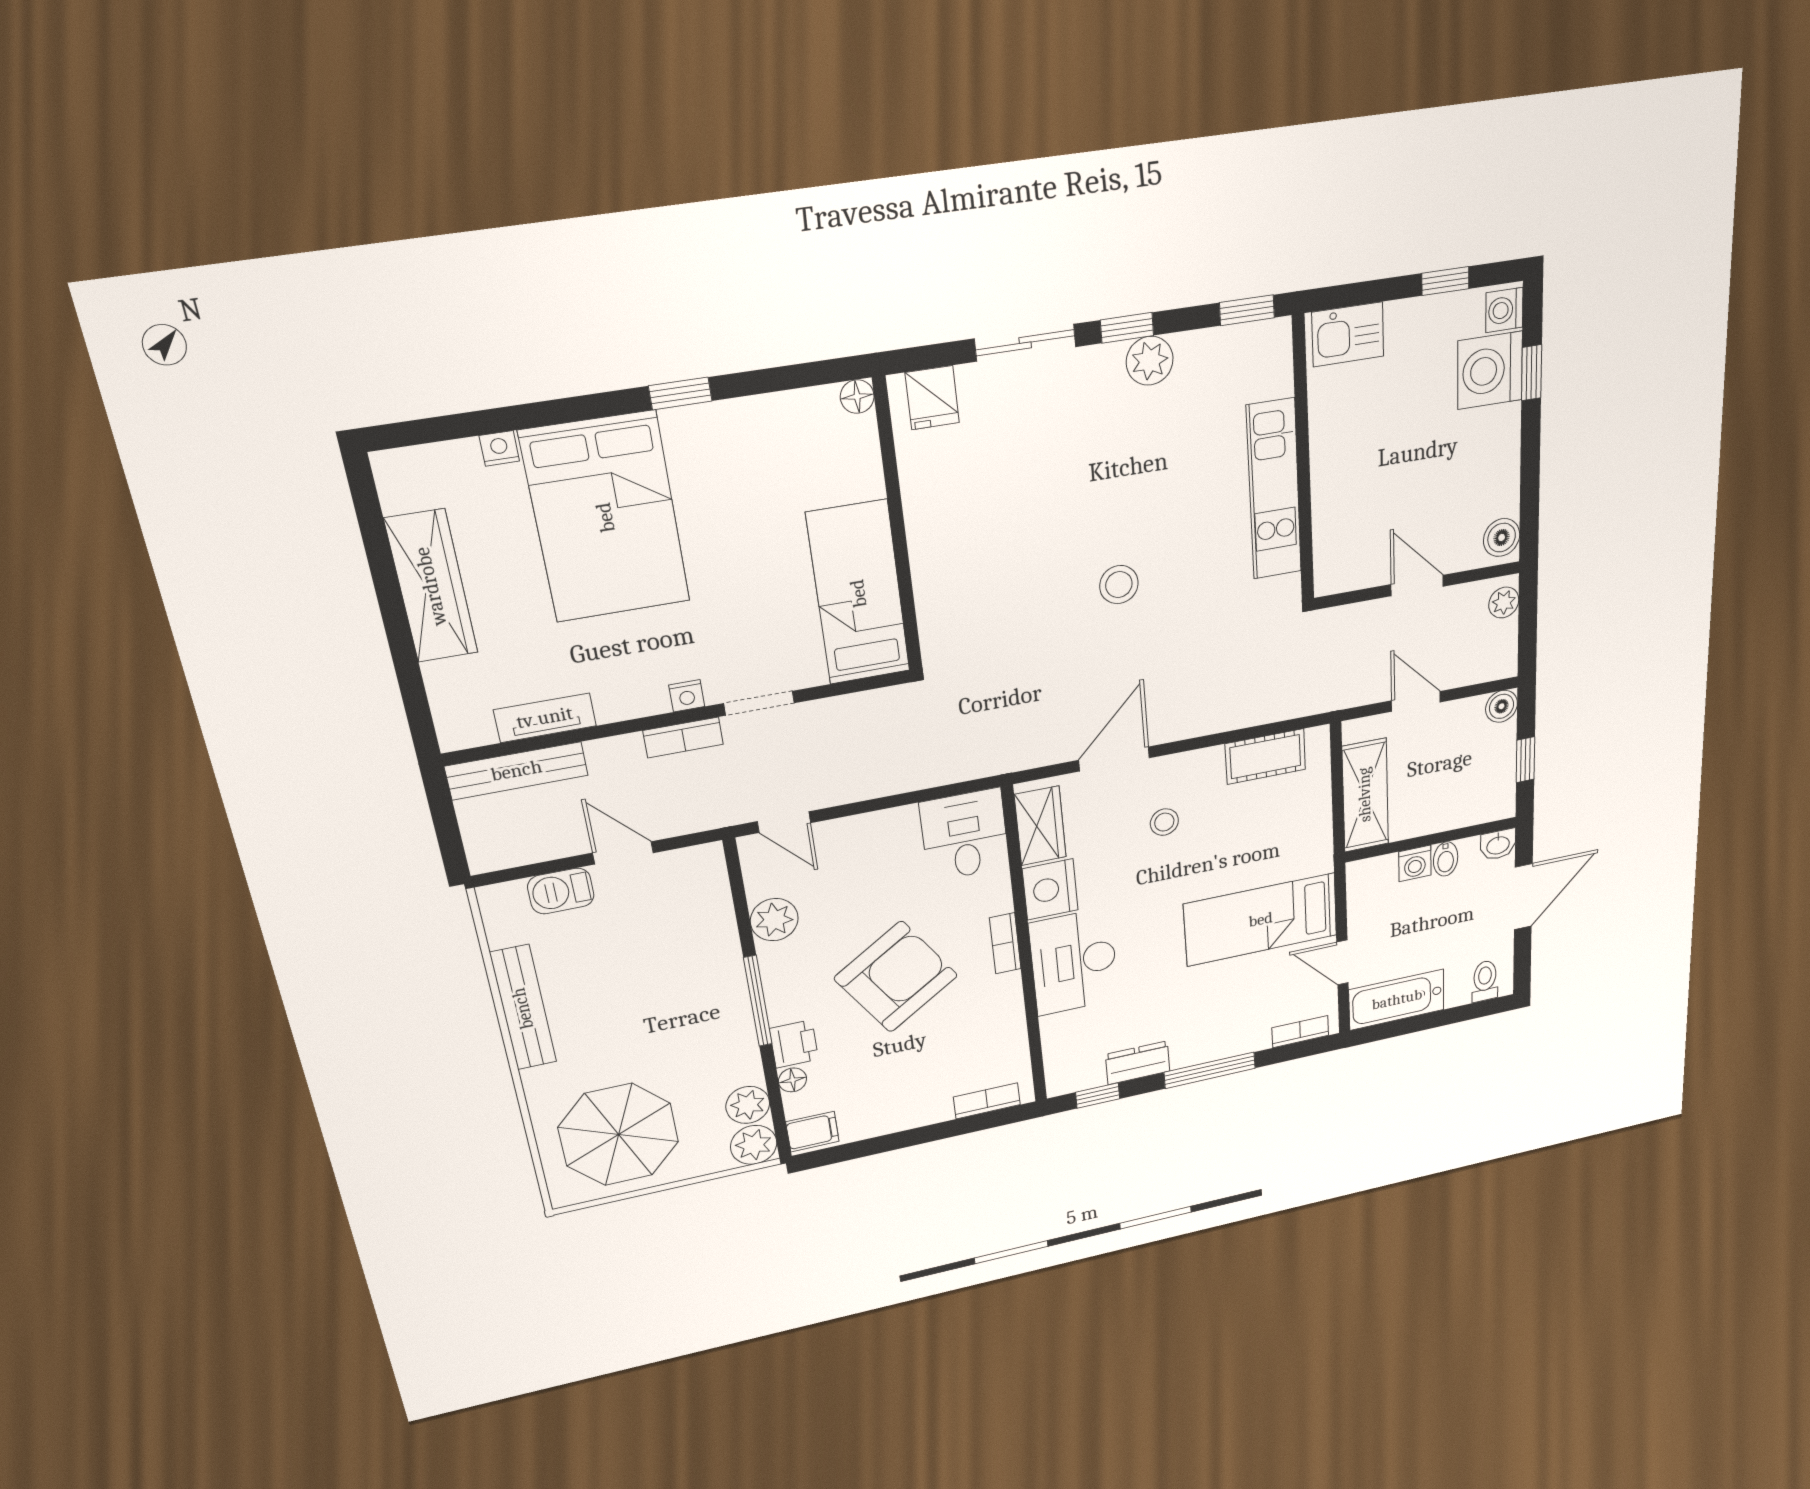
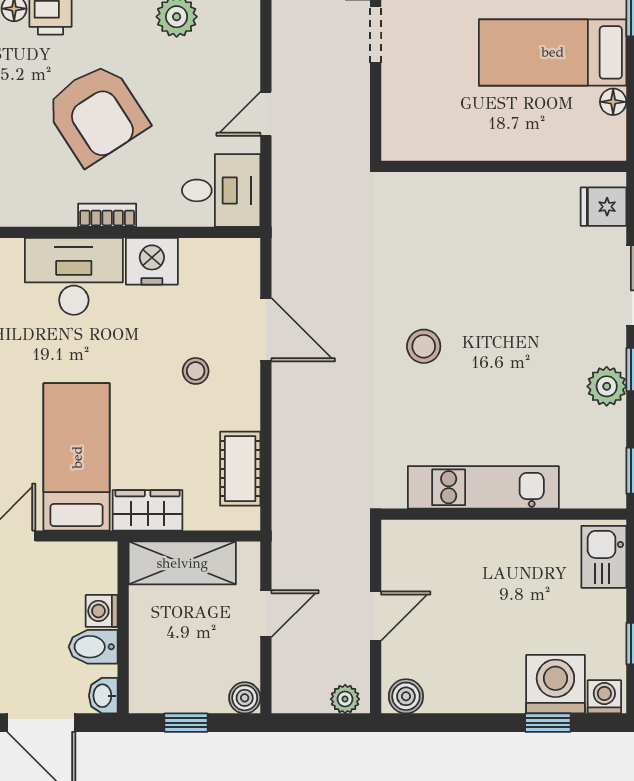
floor lamp: (857, 397) -> (613, 102), moved
bed: (859, 593) -> (553, 52), moved, turned 180
door: (784, 822) -> (266, 114), moved
wardrobe: (1040, 826) -> (148, 510), moved, turned 180
bidet: (1446, 859) -> (93, 647), width x1.38, depth x1.36

